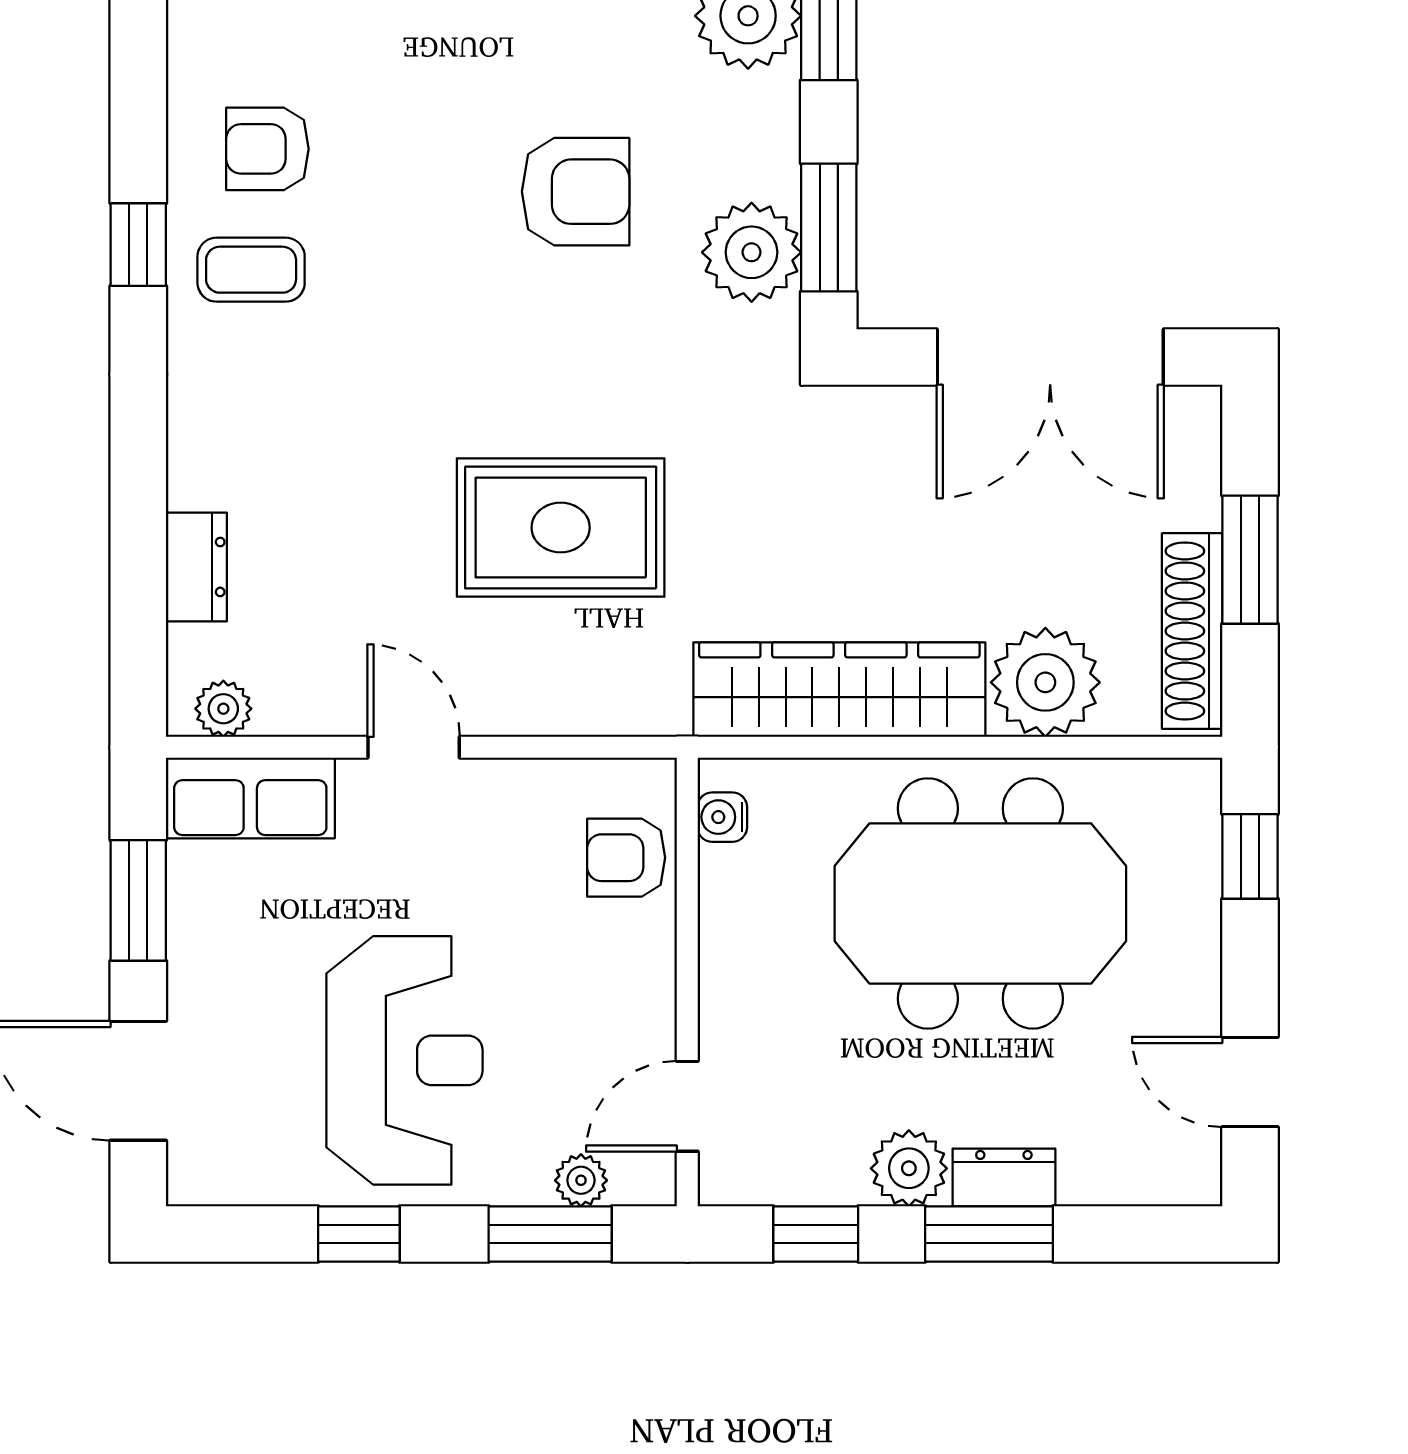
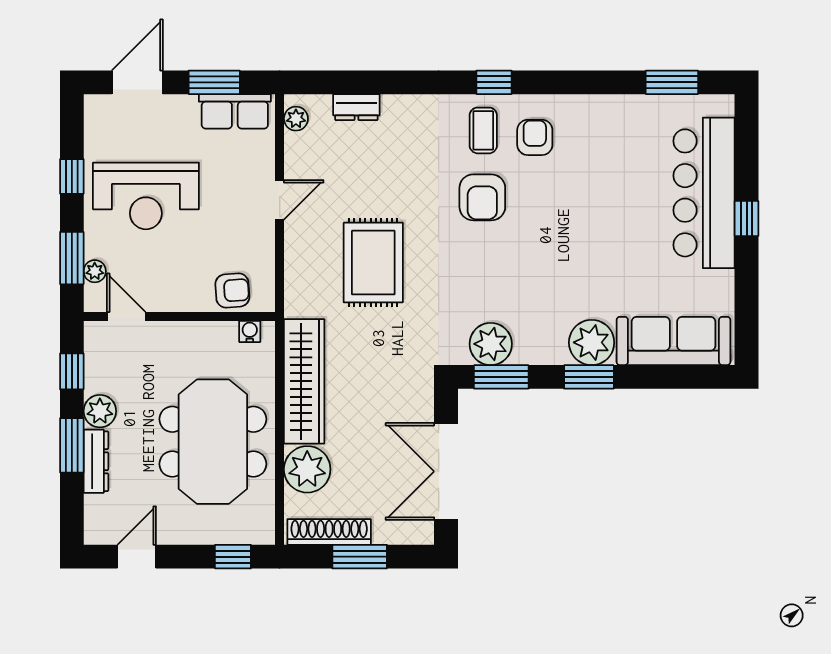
armchair: (576, 192) -> (482, 197), moved
row of seats: (250, 798) -> (235, 111), moved, turned -90
armchair: (626, 858) -> (232, 291), turned 86
dresser: (1004, 1177) -> (96, 461), width x1.44

